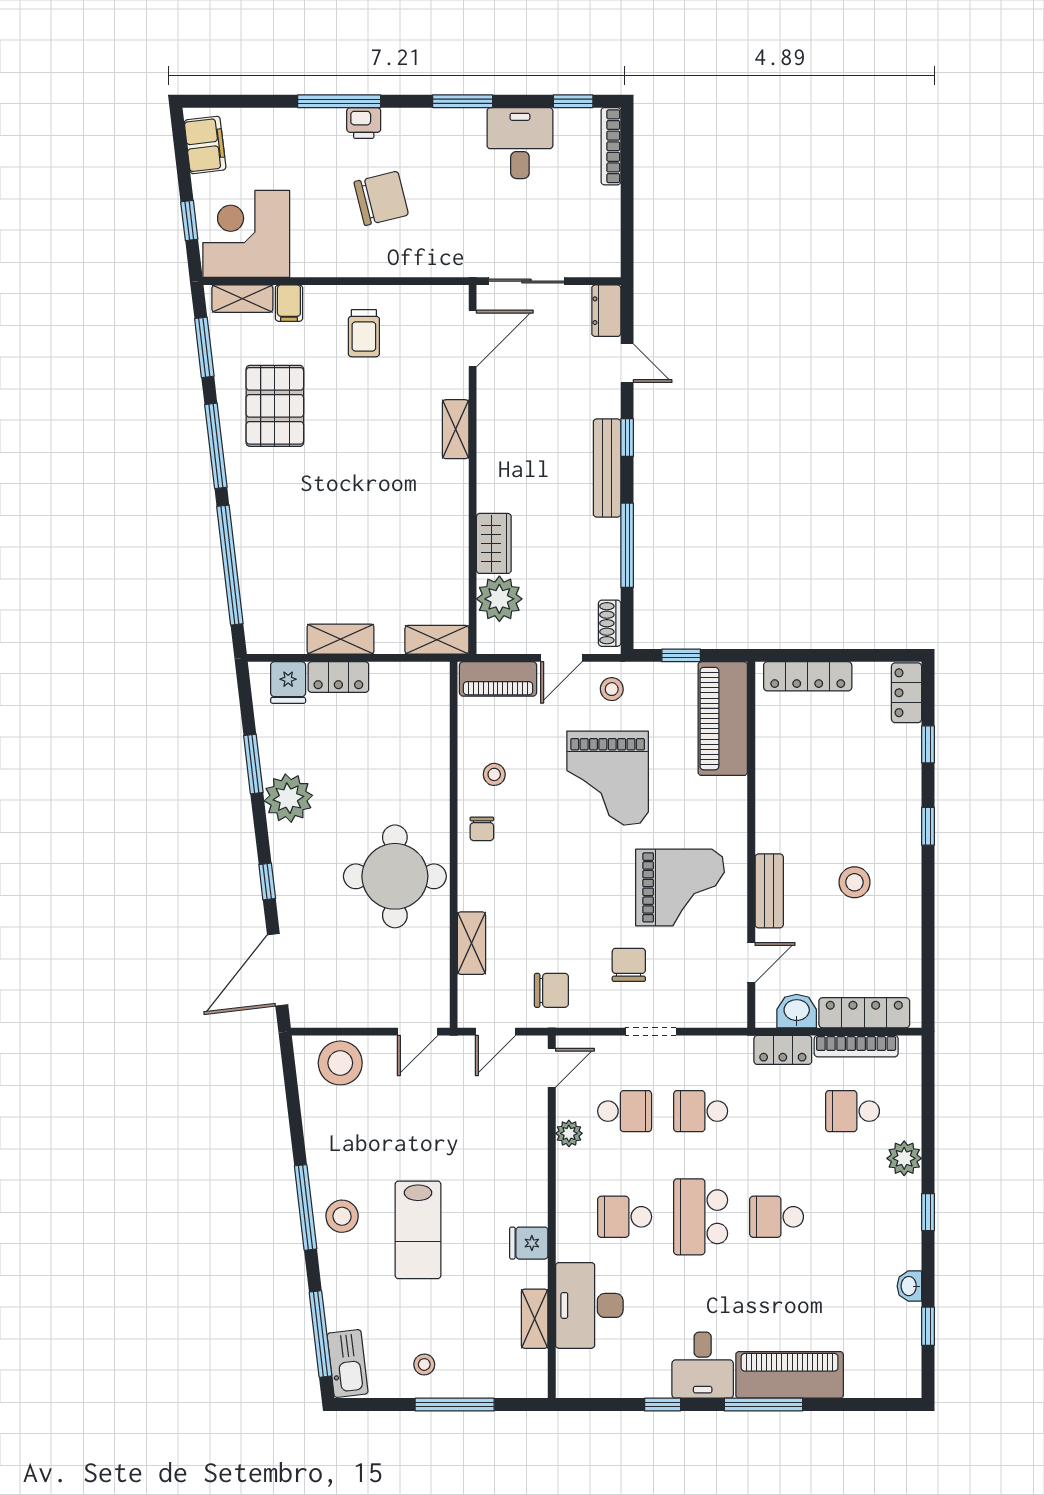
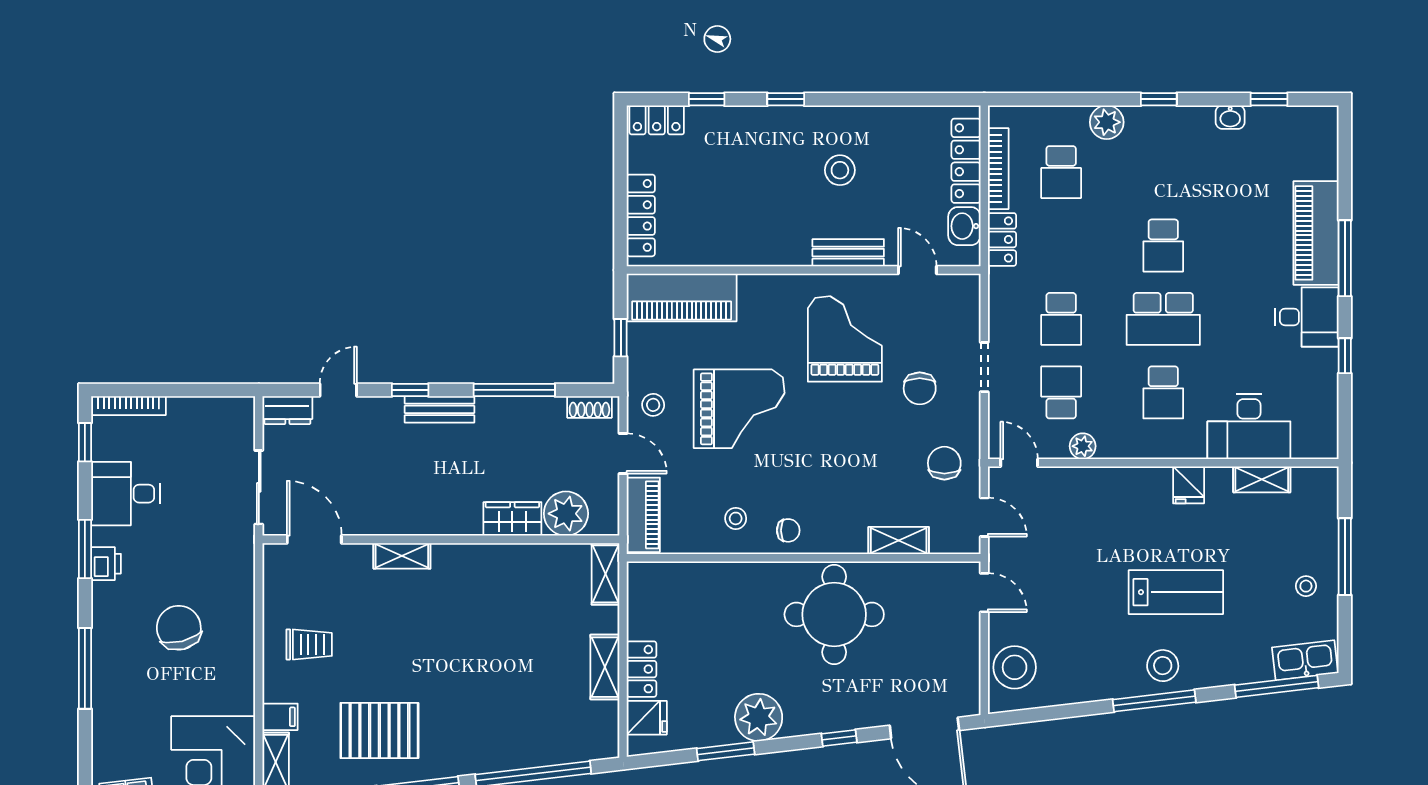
printer: (364, 123) -> (106, 564), moved
bench: (607, 468) -> (439, 409), width x0.73
chair: (629, 965) -> (920, 388), turned -90

